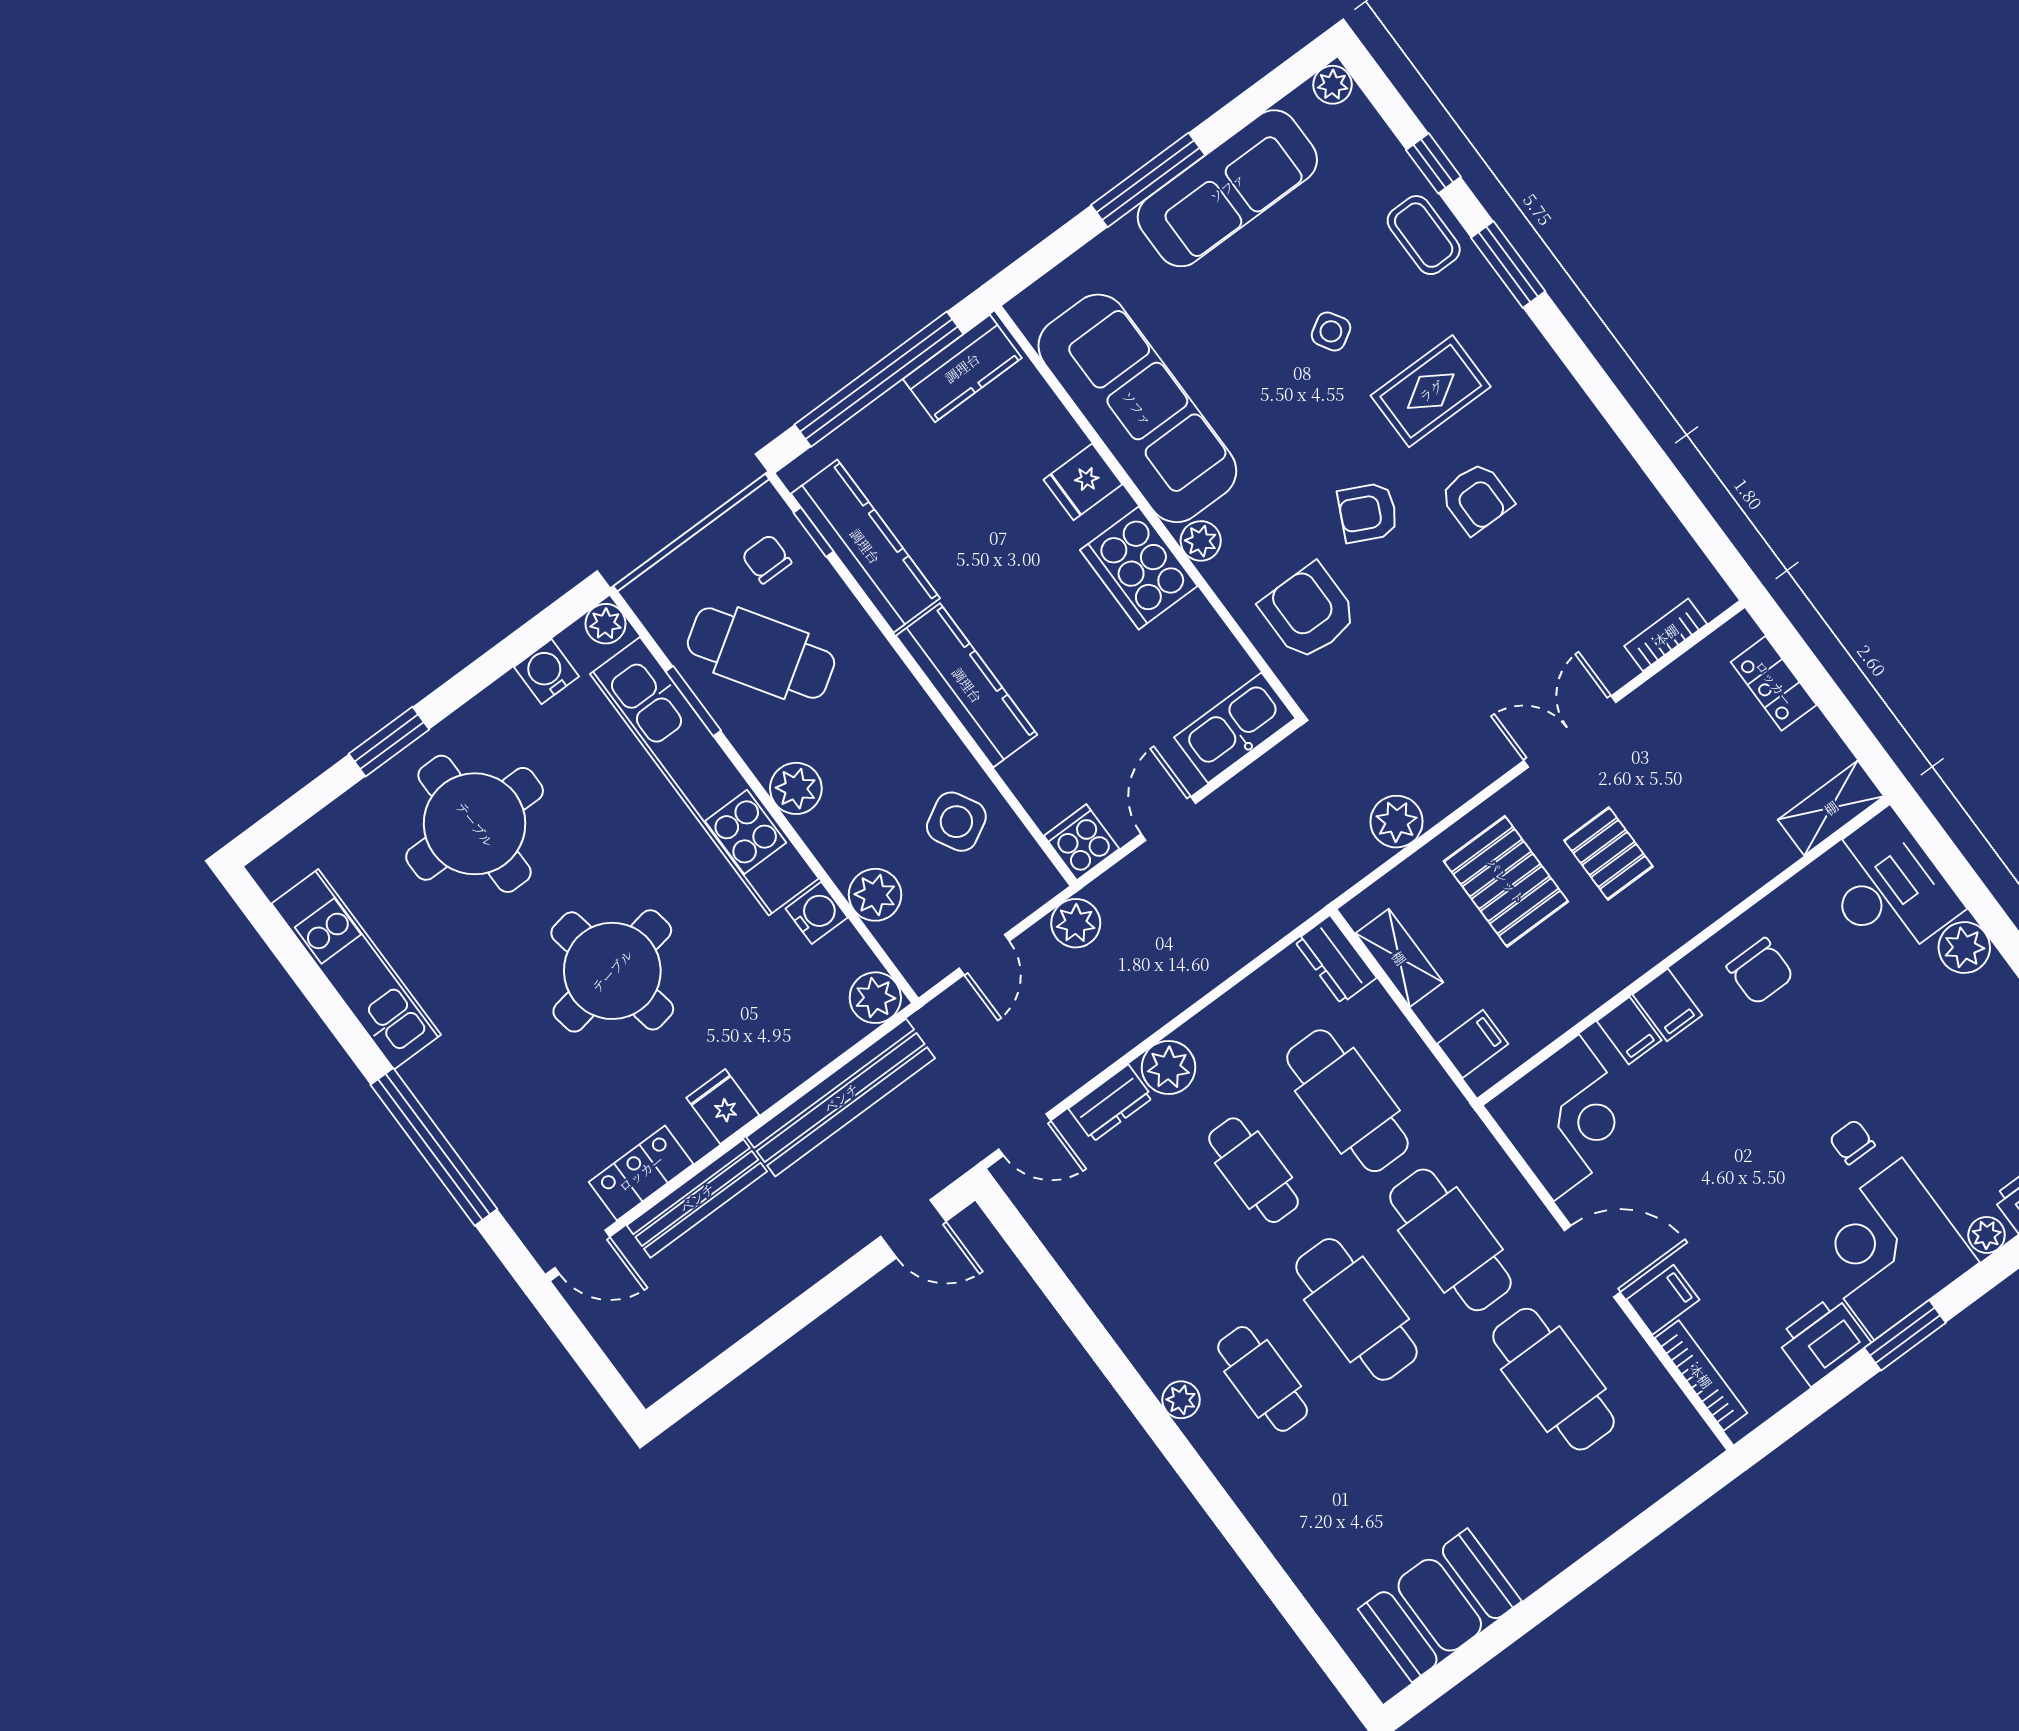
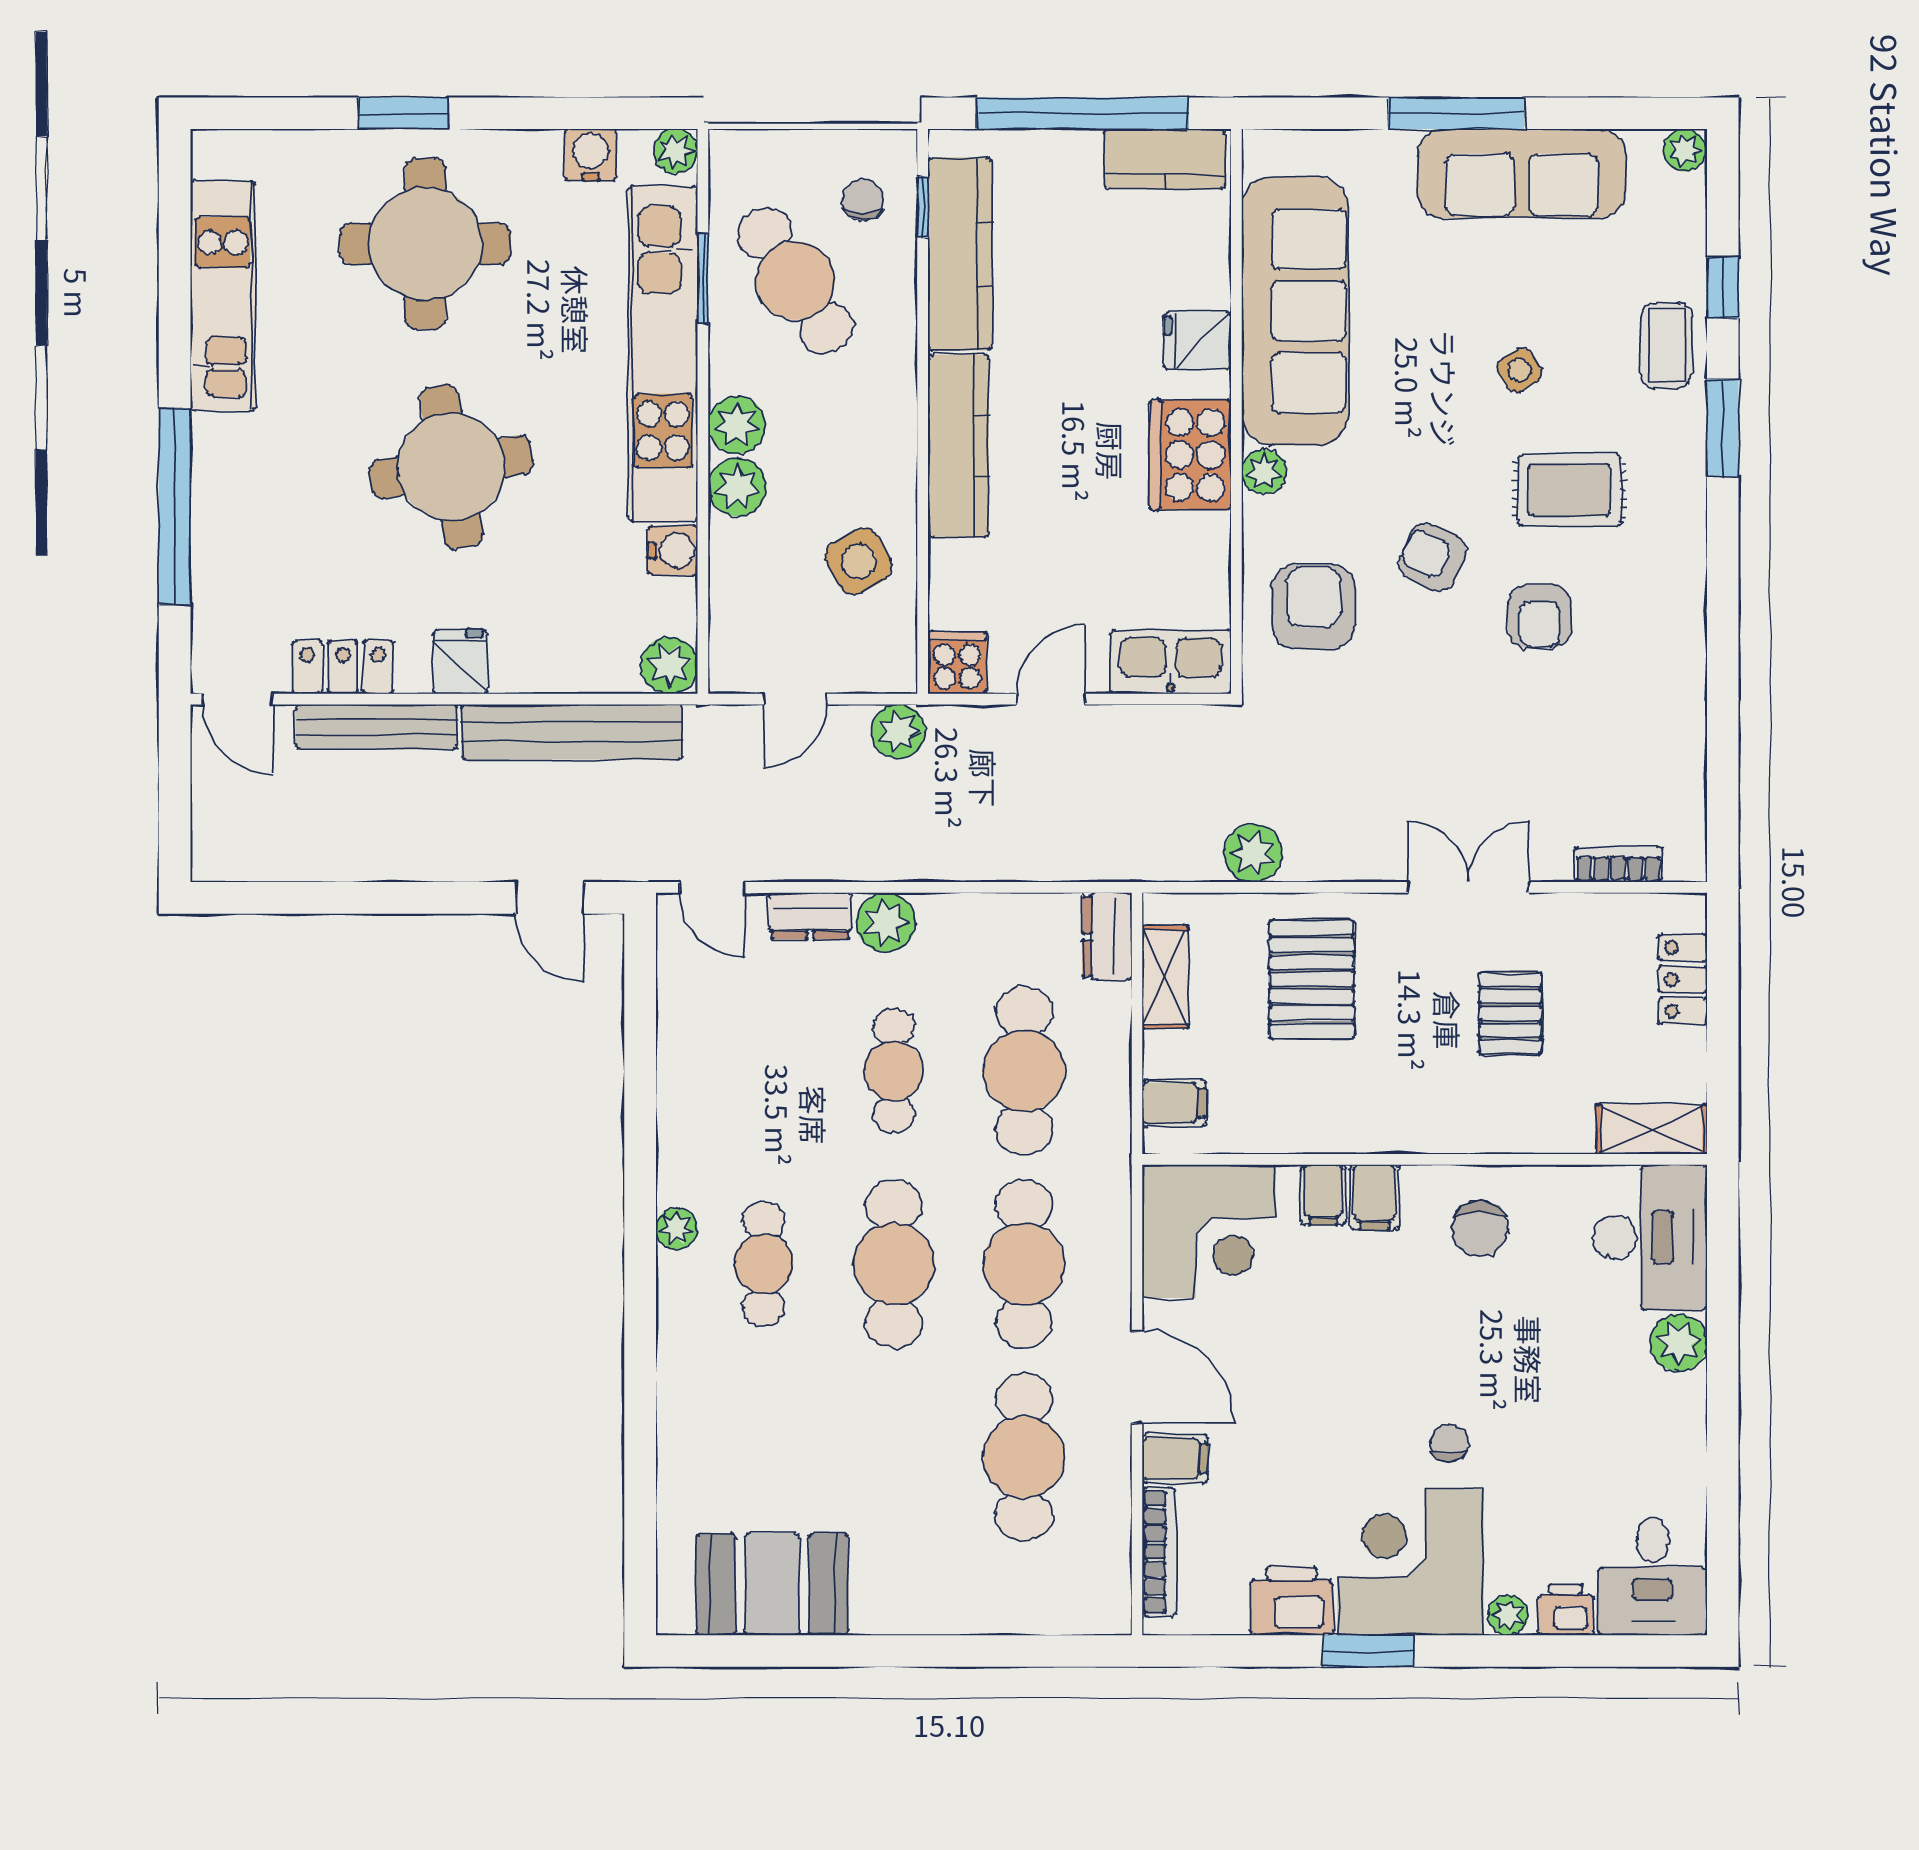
pallet: (1608, 853) -> (1510, 1013), moved
plant: (875, 895) -> (737, 487), moved

